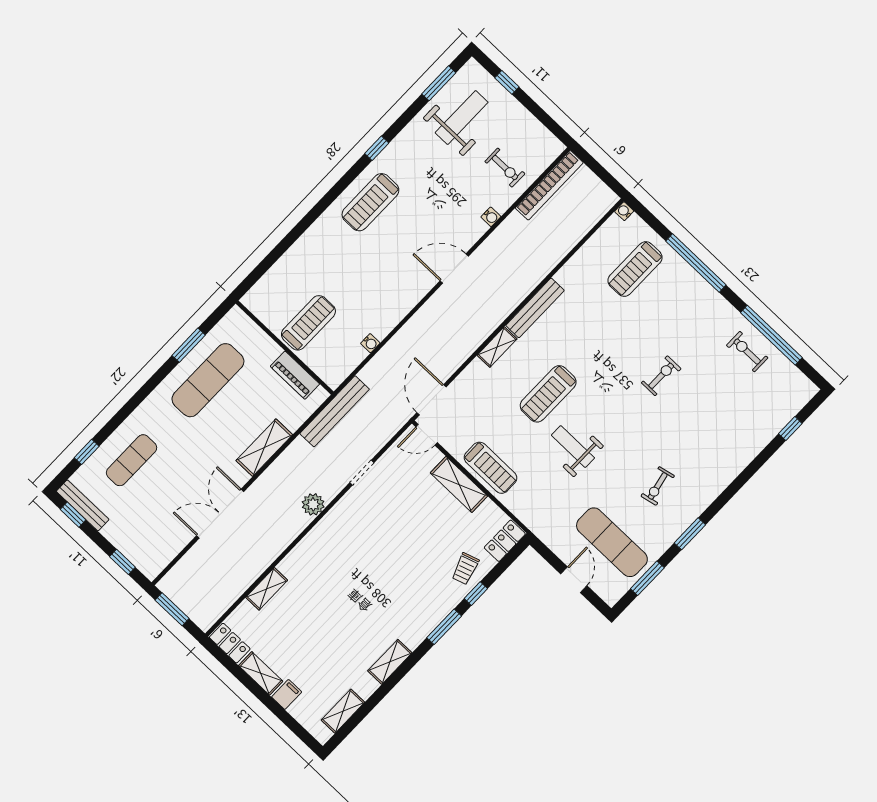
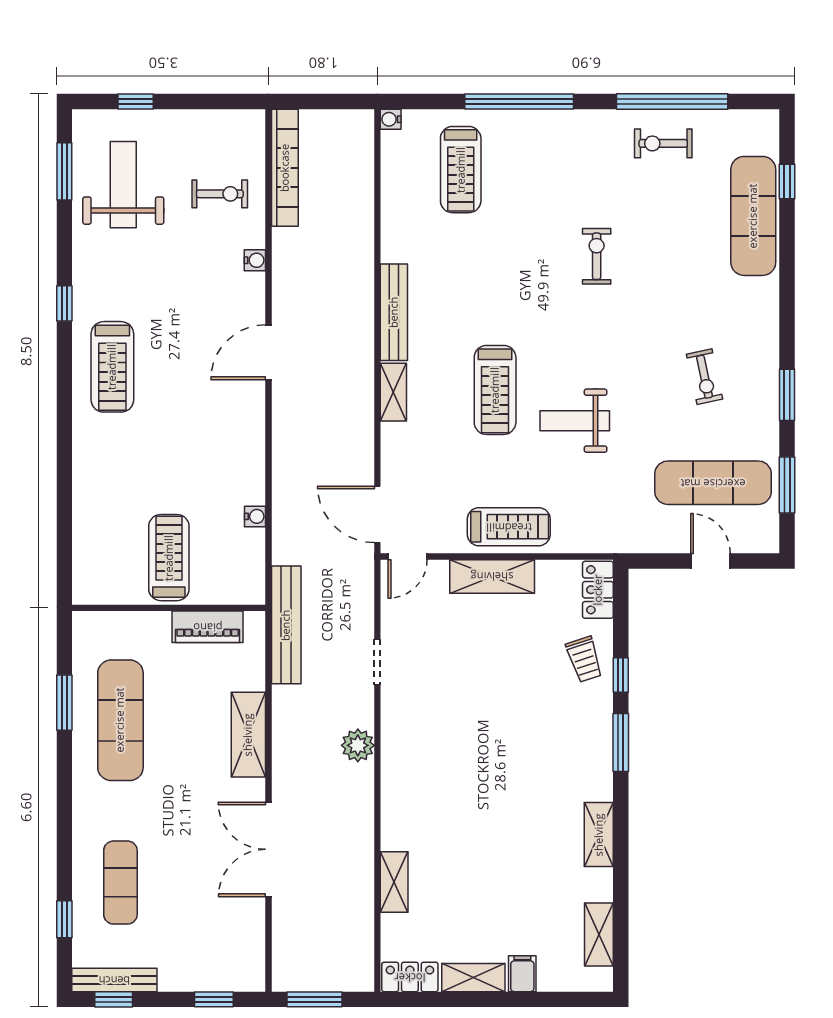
exercise mat: (757, 430) -> (753, 216), added

